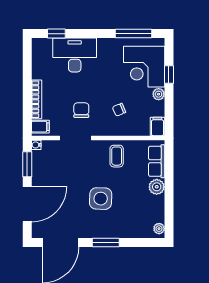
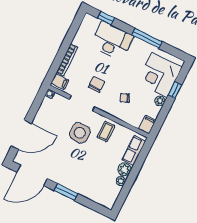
window: (133, 34) -> (147, 38), moved
window: (27, 164) -> (36, 105), removed
side table: (101, 199) -> (80, 133), moved
plant: (159, 229) -> (121, 181), moved

